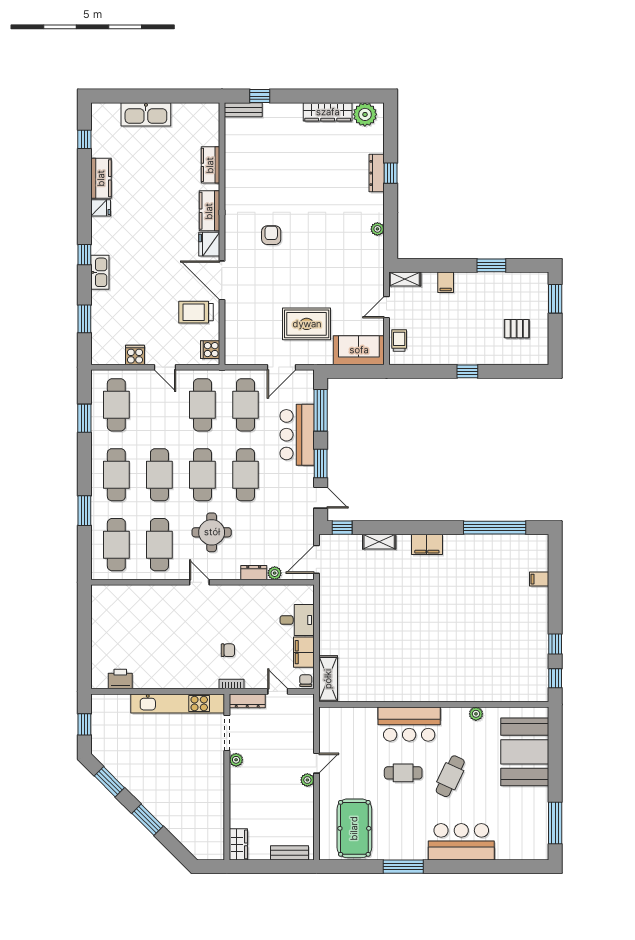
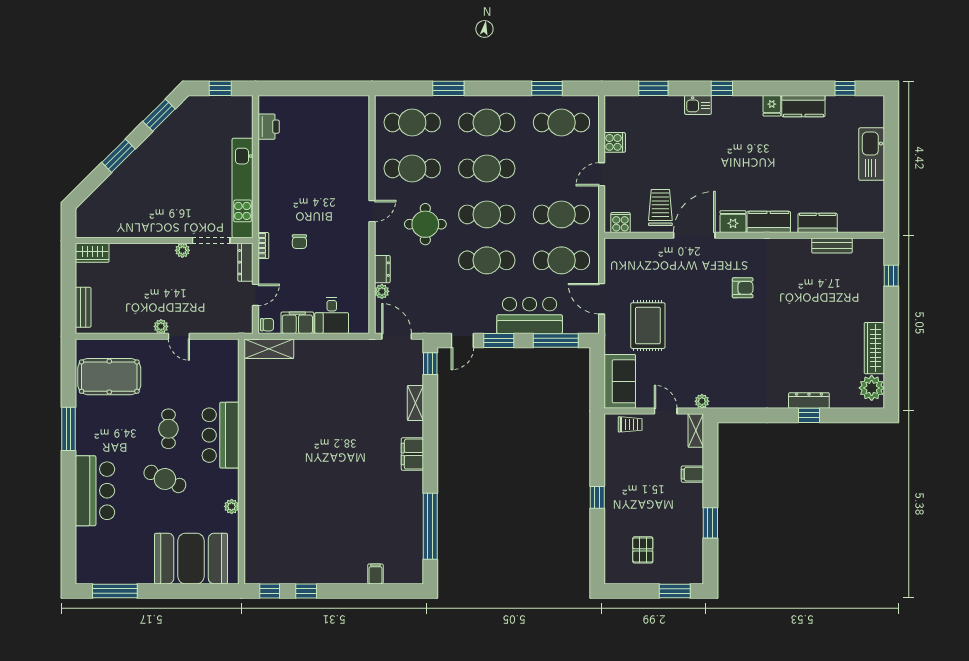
bench: (243, 110) -> (832, 246), moved, turned 90
plant: (377, 229) -> (702, 401), moved
kitchen sink: (100, 272) -> (698, 105), width x0.73

